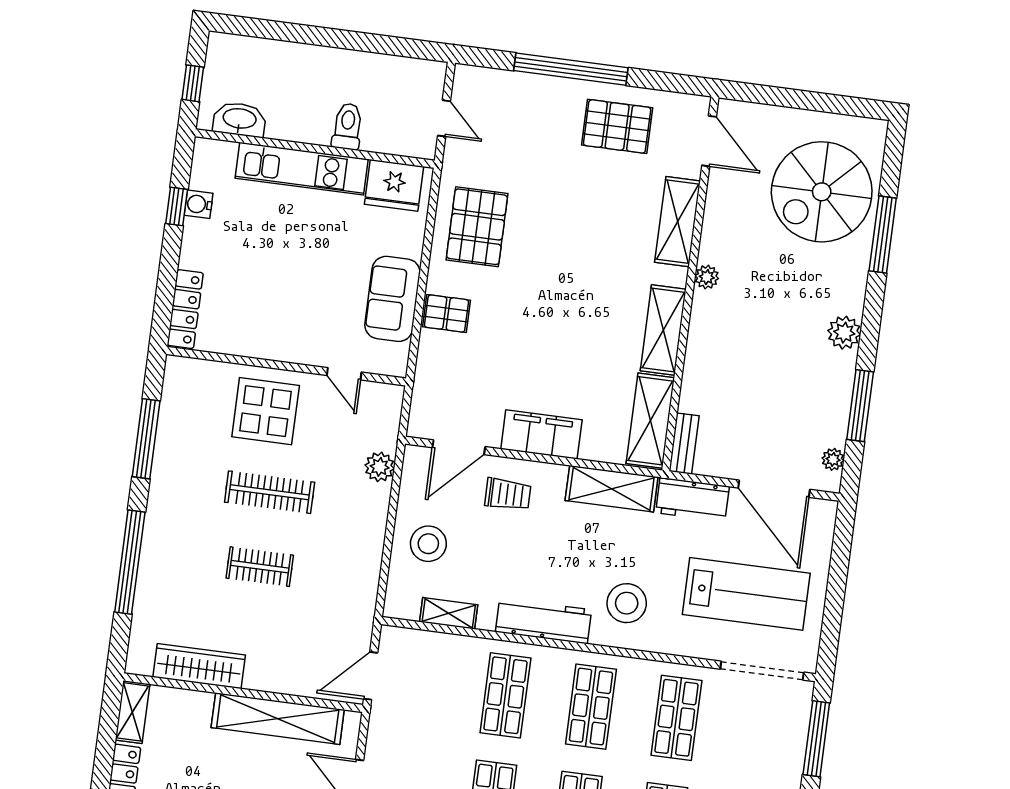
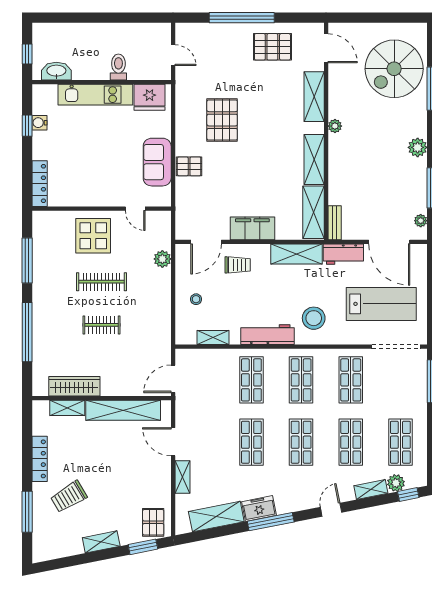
pallet: (477, 227) -> (222, 120), moved
stool: (428, 544) -> (196, 299), width x0.53, depth x0.53
shelving: (132, 712) -> (67, 408), moved, turned 90

